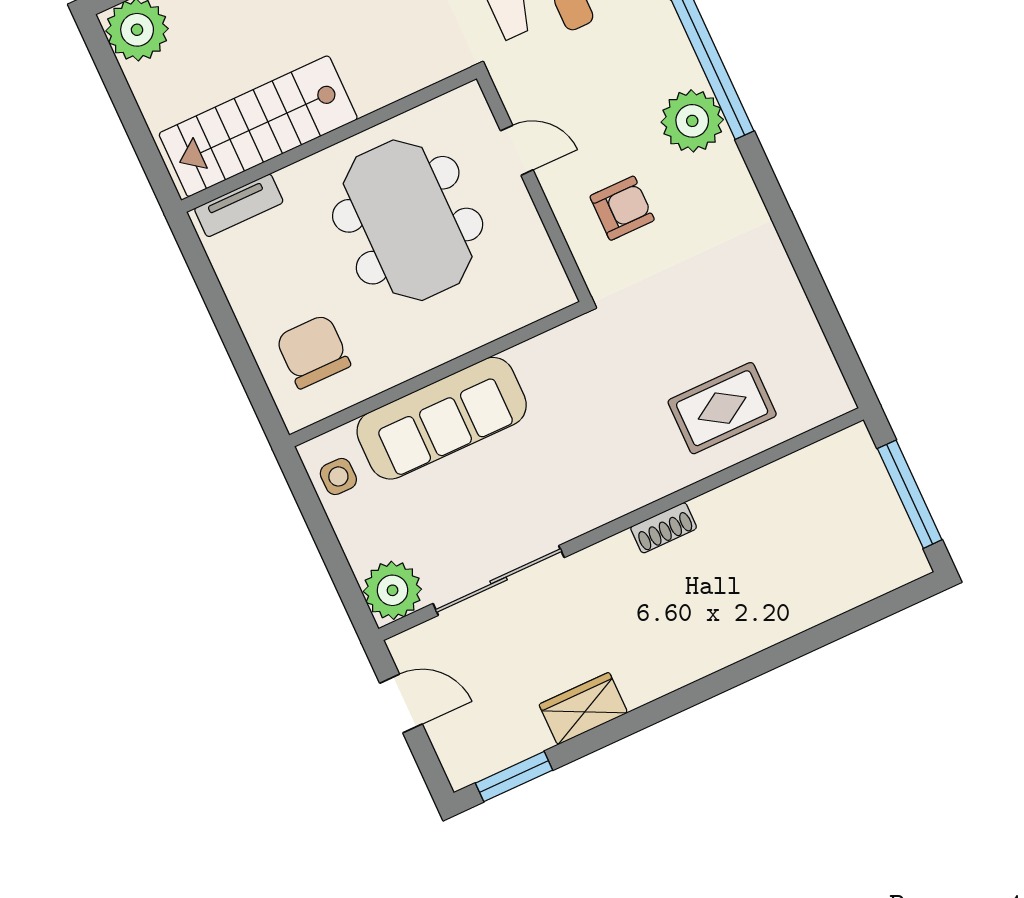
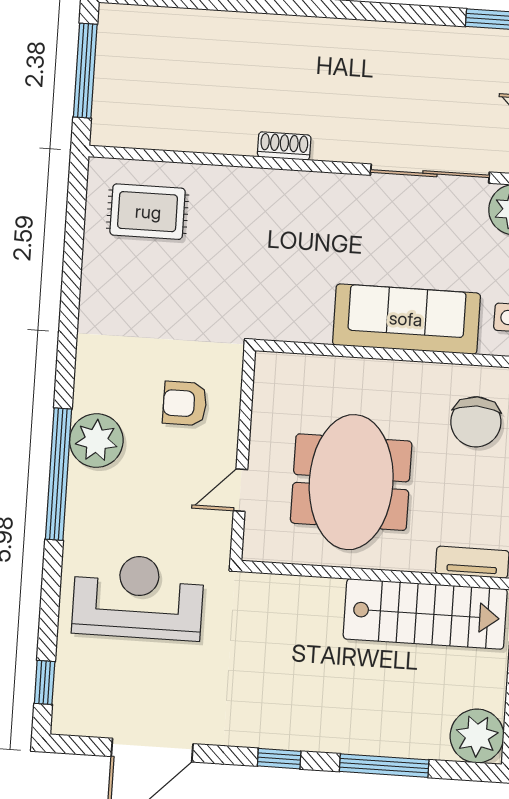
door: (517, 150) -> (240, 490), hinge flipped
rug: (722, 408) -> (148, 212), moved
wardrobe: (583, 709) -> (419, 43), removed

